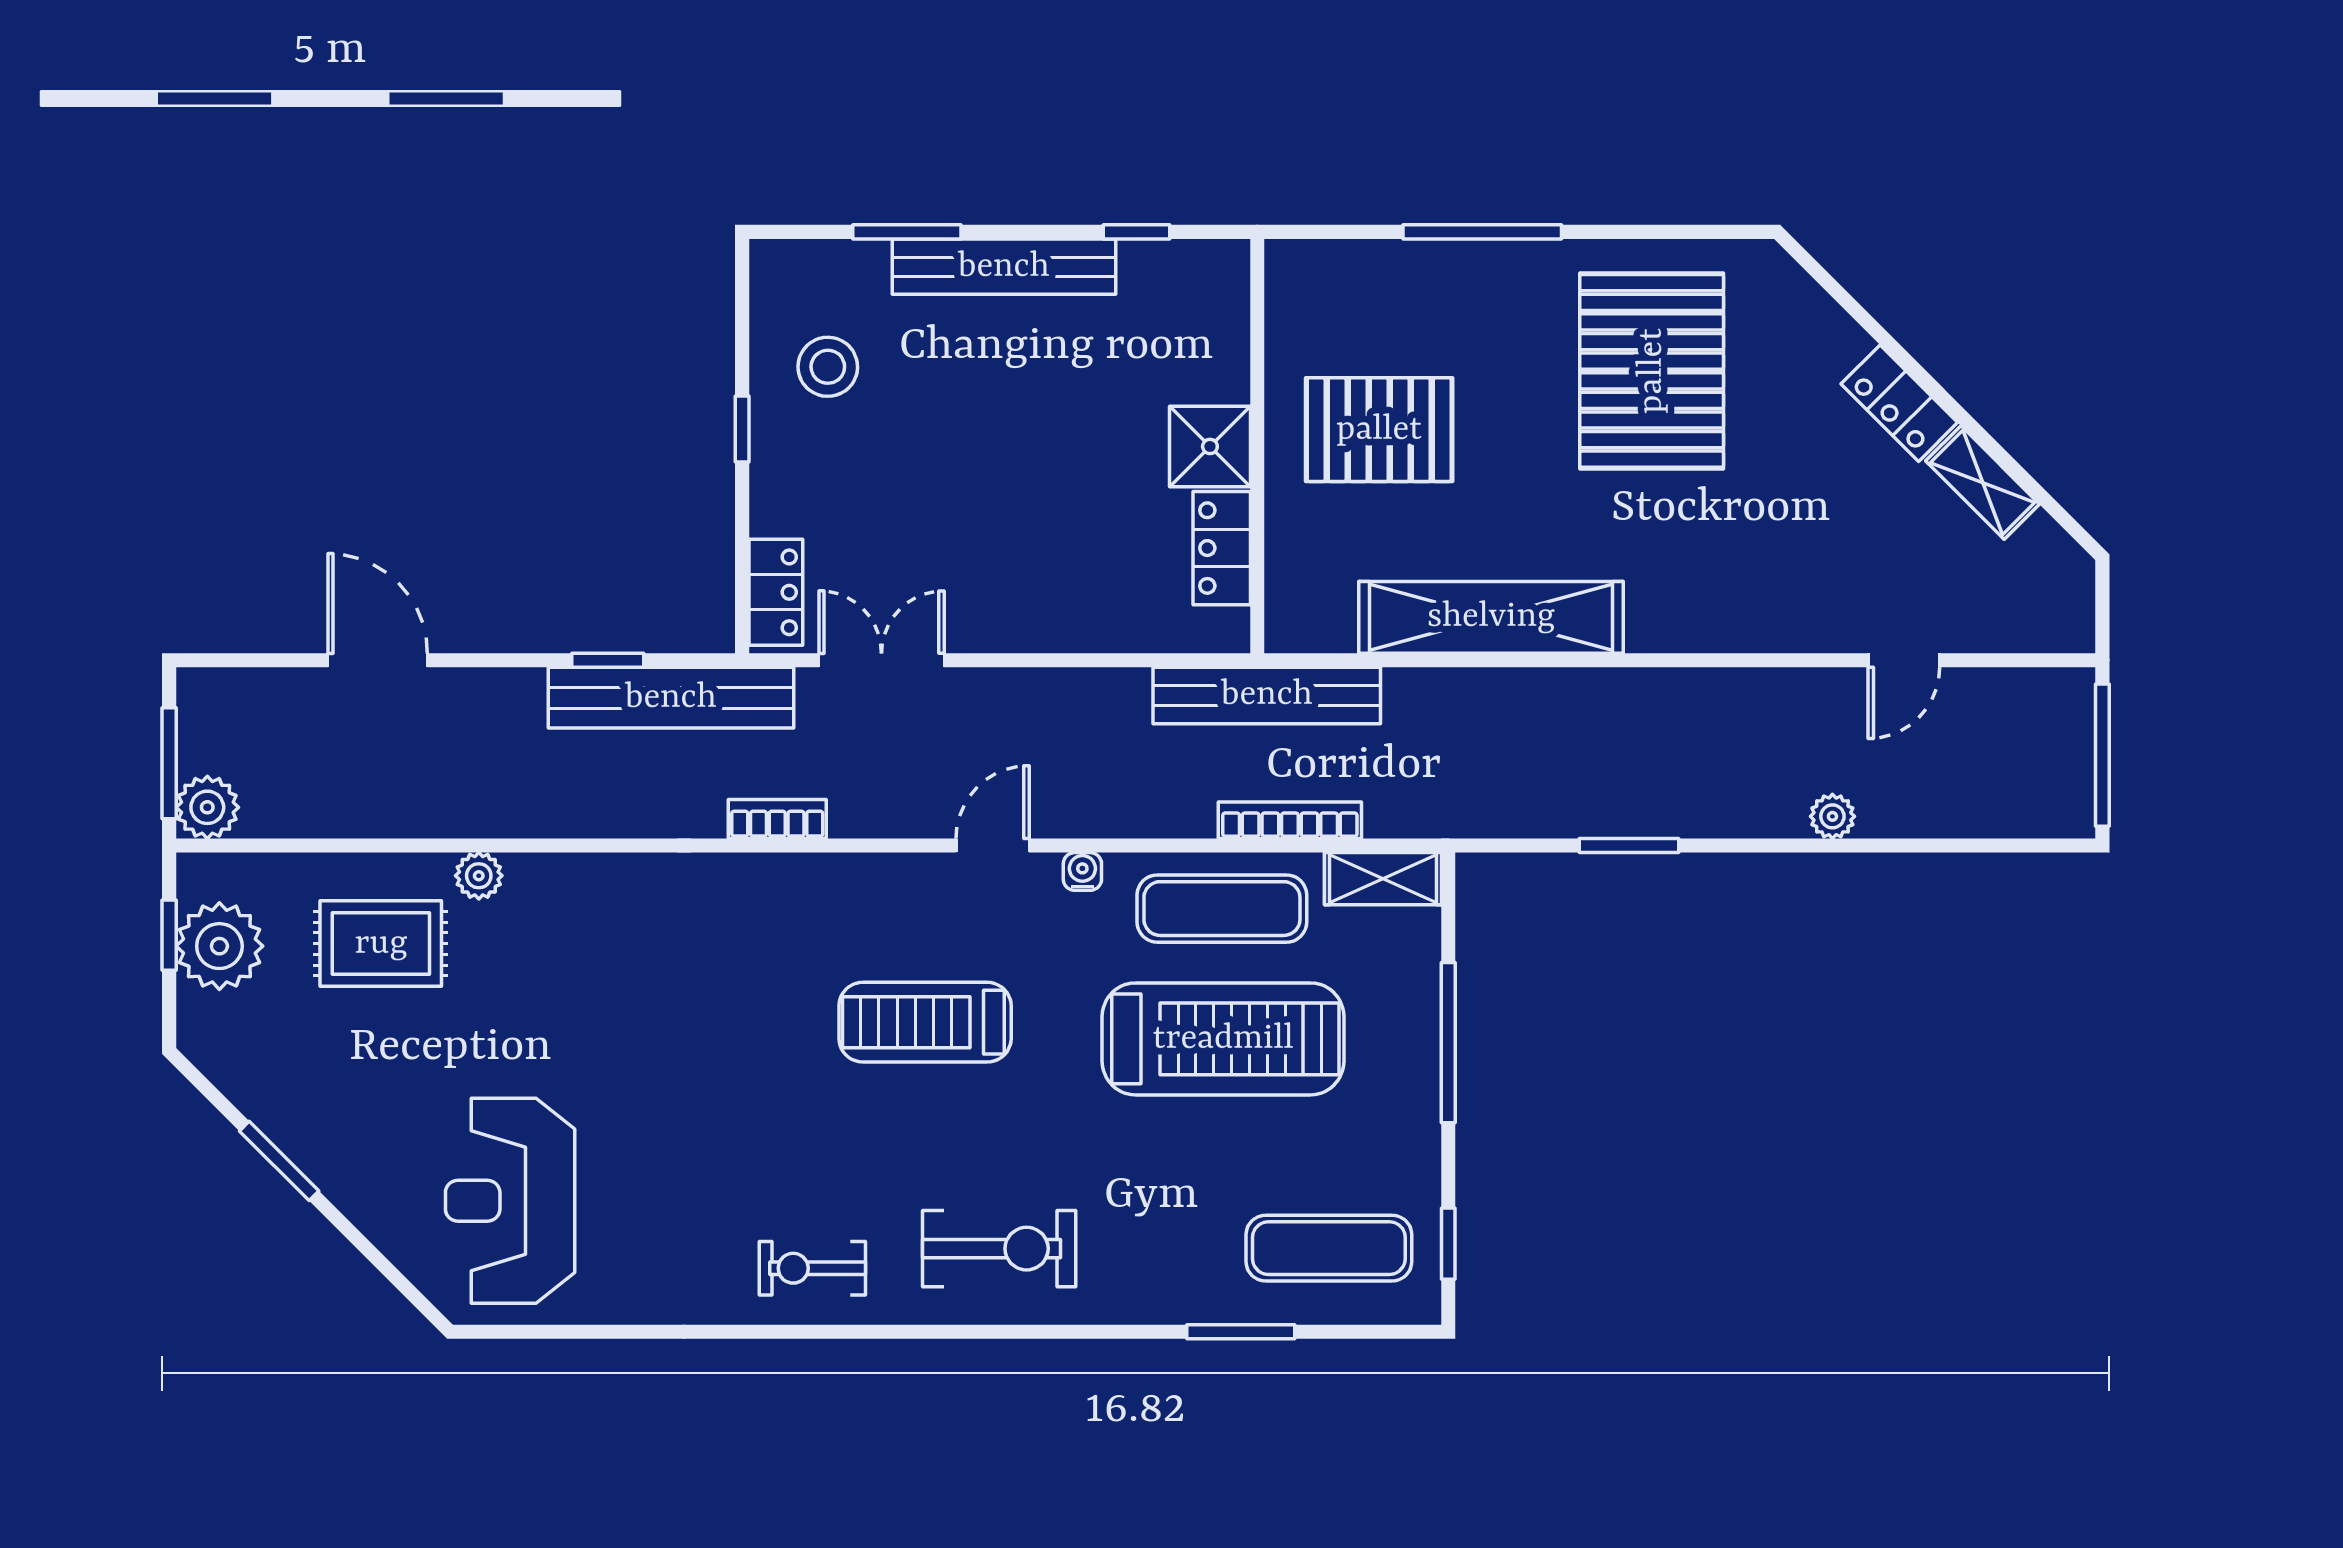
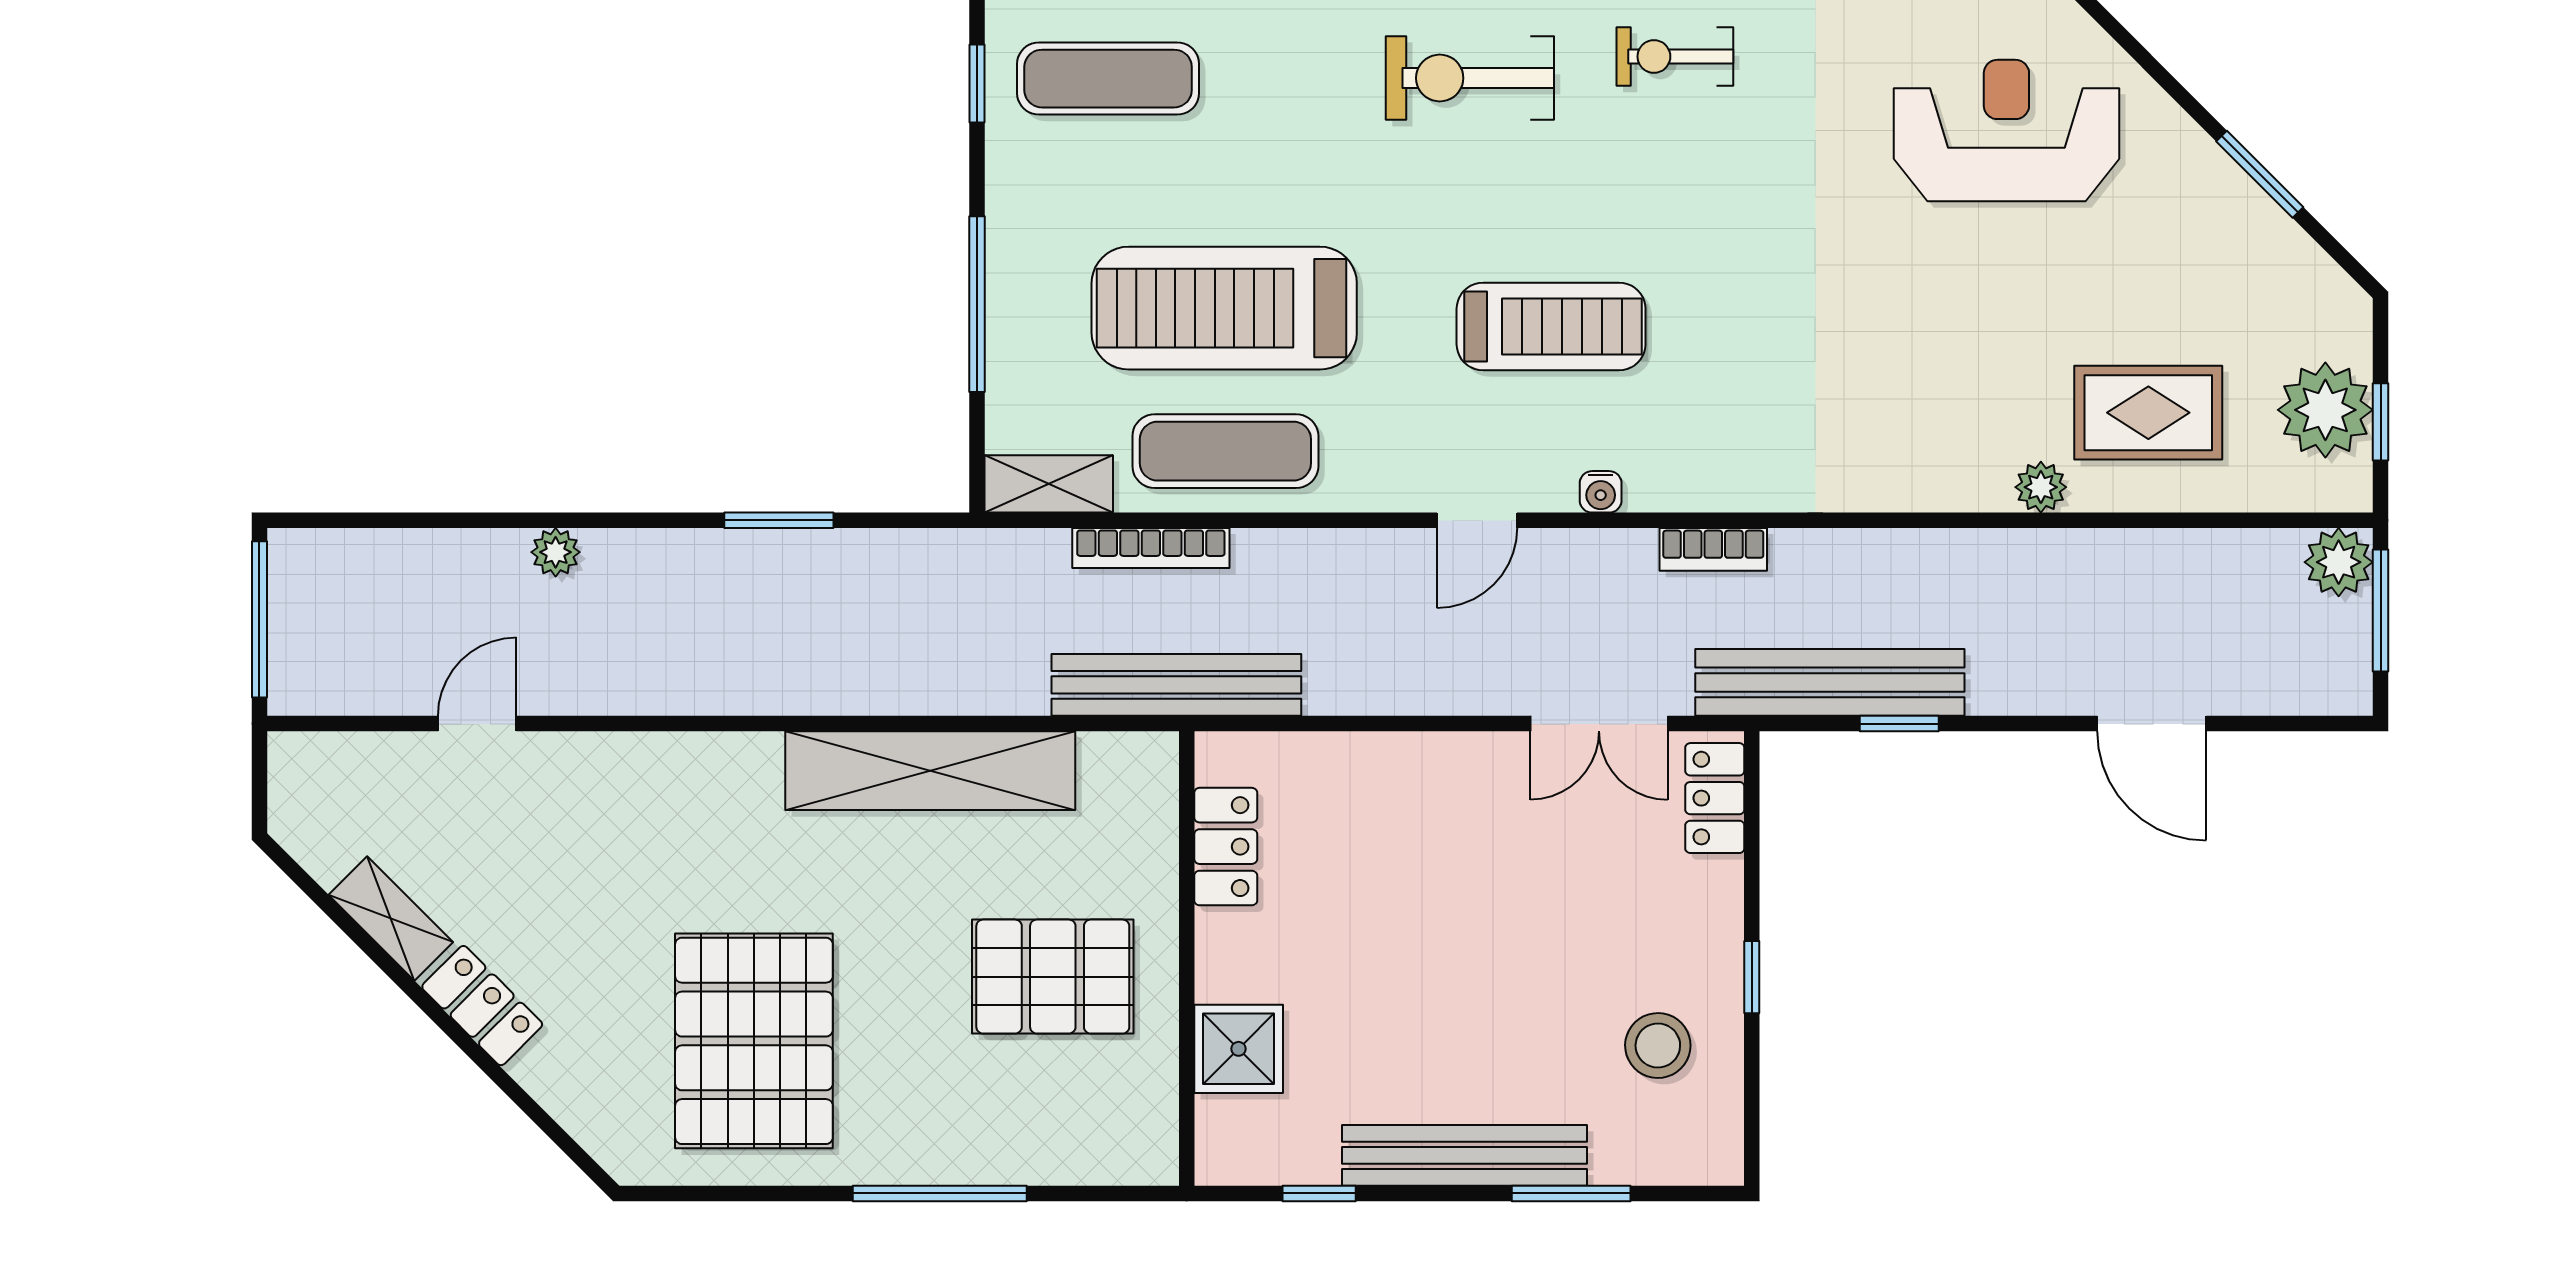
shower: (1210, 446) -> (1239, 1049), moved
water cooler: (1082, 871) -> (1601, 492), moved
reception desk: (510, 1201) -> (2006, 131), turned -90
exercise bike: (812, 1268) -> (1675, 56), turned 180

